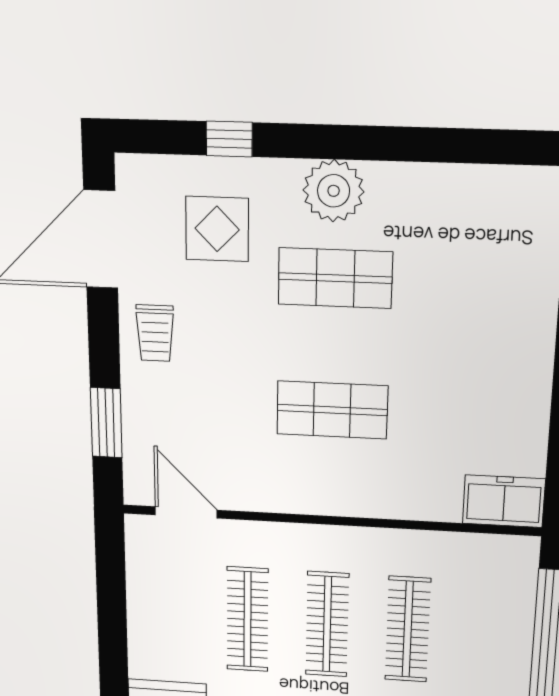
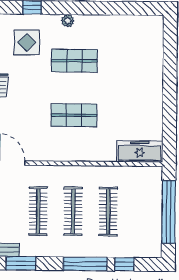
plant: (334, 191) -> (68, 21), width x0.53, depth x0.53
freezer: (504, 501) -> (140, 151), width x1.40

